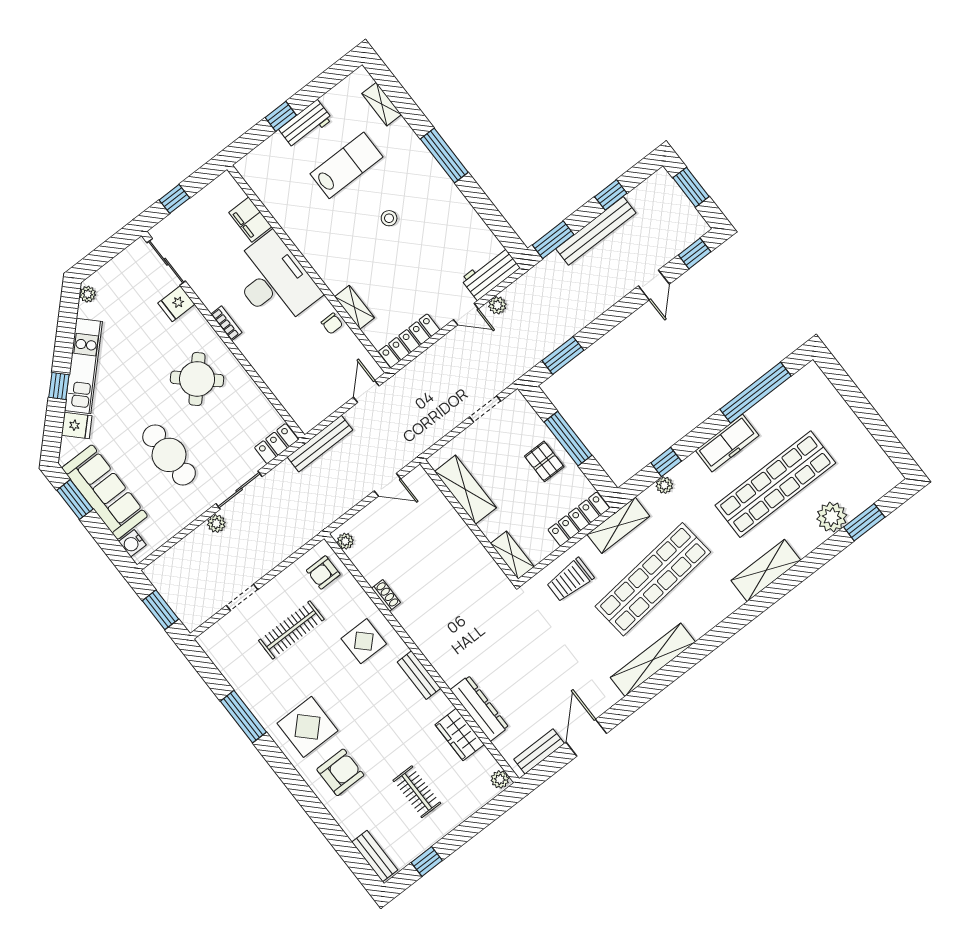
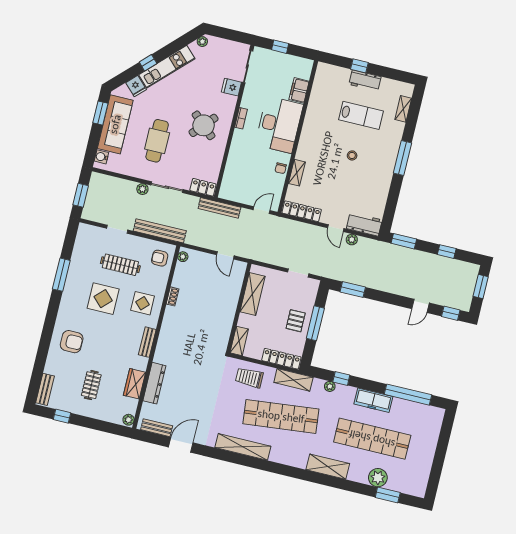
bench: (596, 231) -> (160, 231), moved
display table: (307, 727) -> (103, 299), moved

